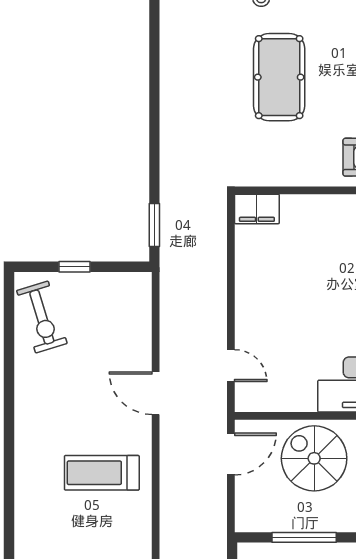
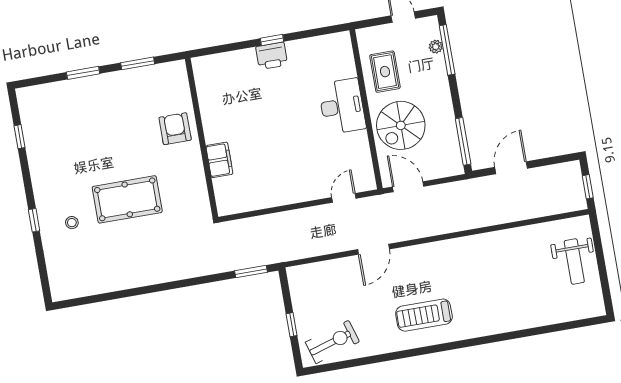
filing cabinet: (257, 209) -> (219, 160), moved
treadmill: (102, 473) -> (424, 315), moved, turned 90
window: (304, 537) -> (463, 141), moved

